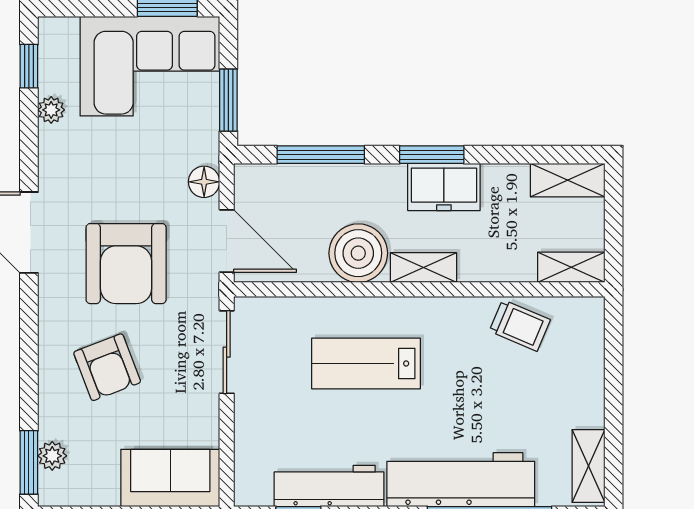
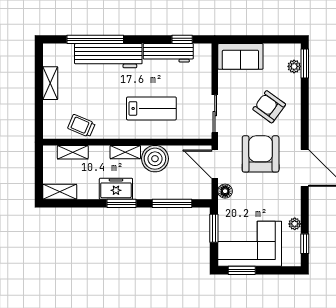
shelving: (571, 267) -> (73, 152), moved
armchair: (107, 367) -> (269, 107), turned -33
shelving: (588, 466) -> (50, 83), moved

